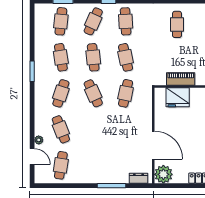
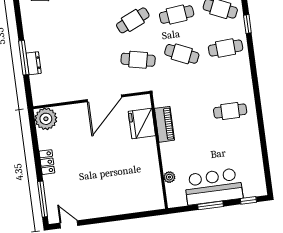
cafe table: (126, 57) -> (182, 54), turned 36
door: (153, 145) -> (104, 98), moved
dresser: (139, 178) -> (34, 63), moved

